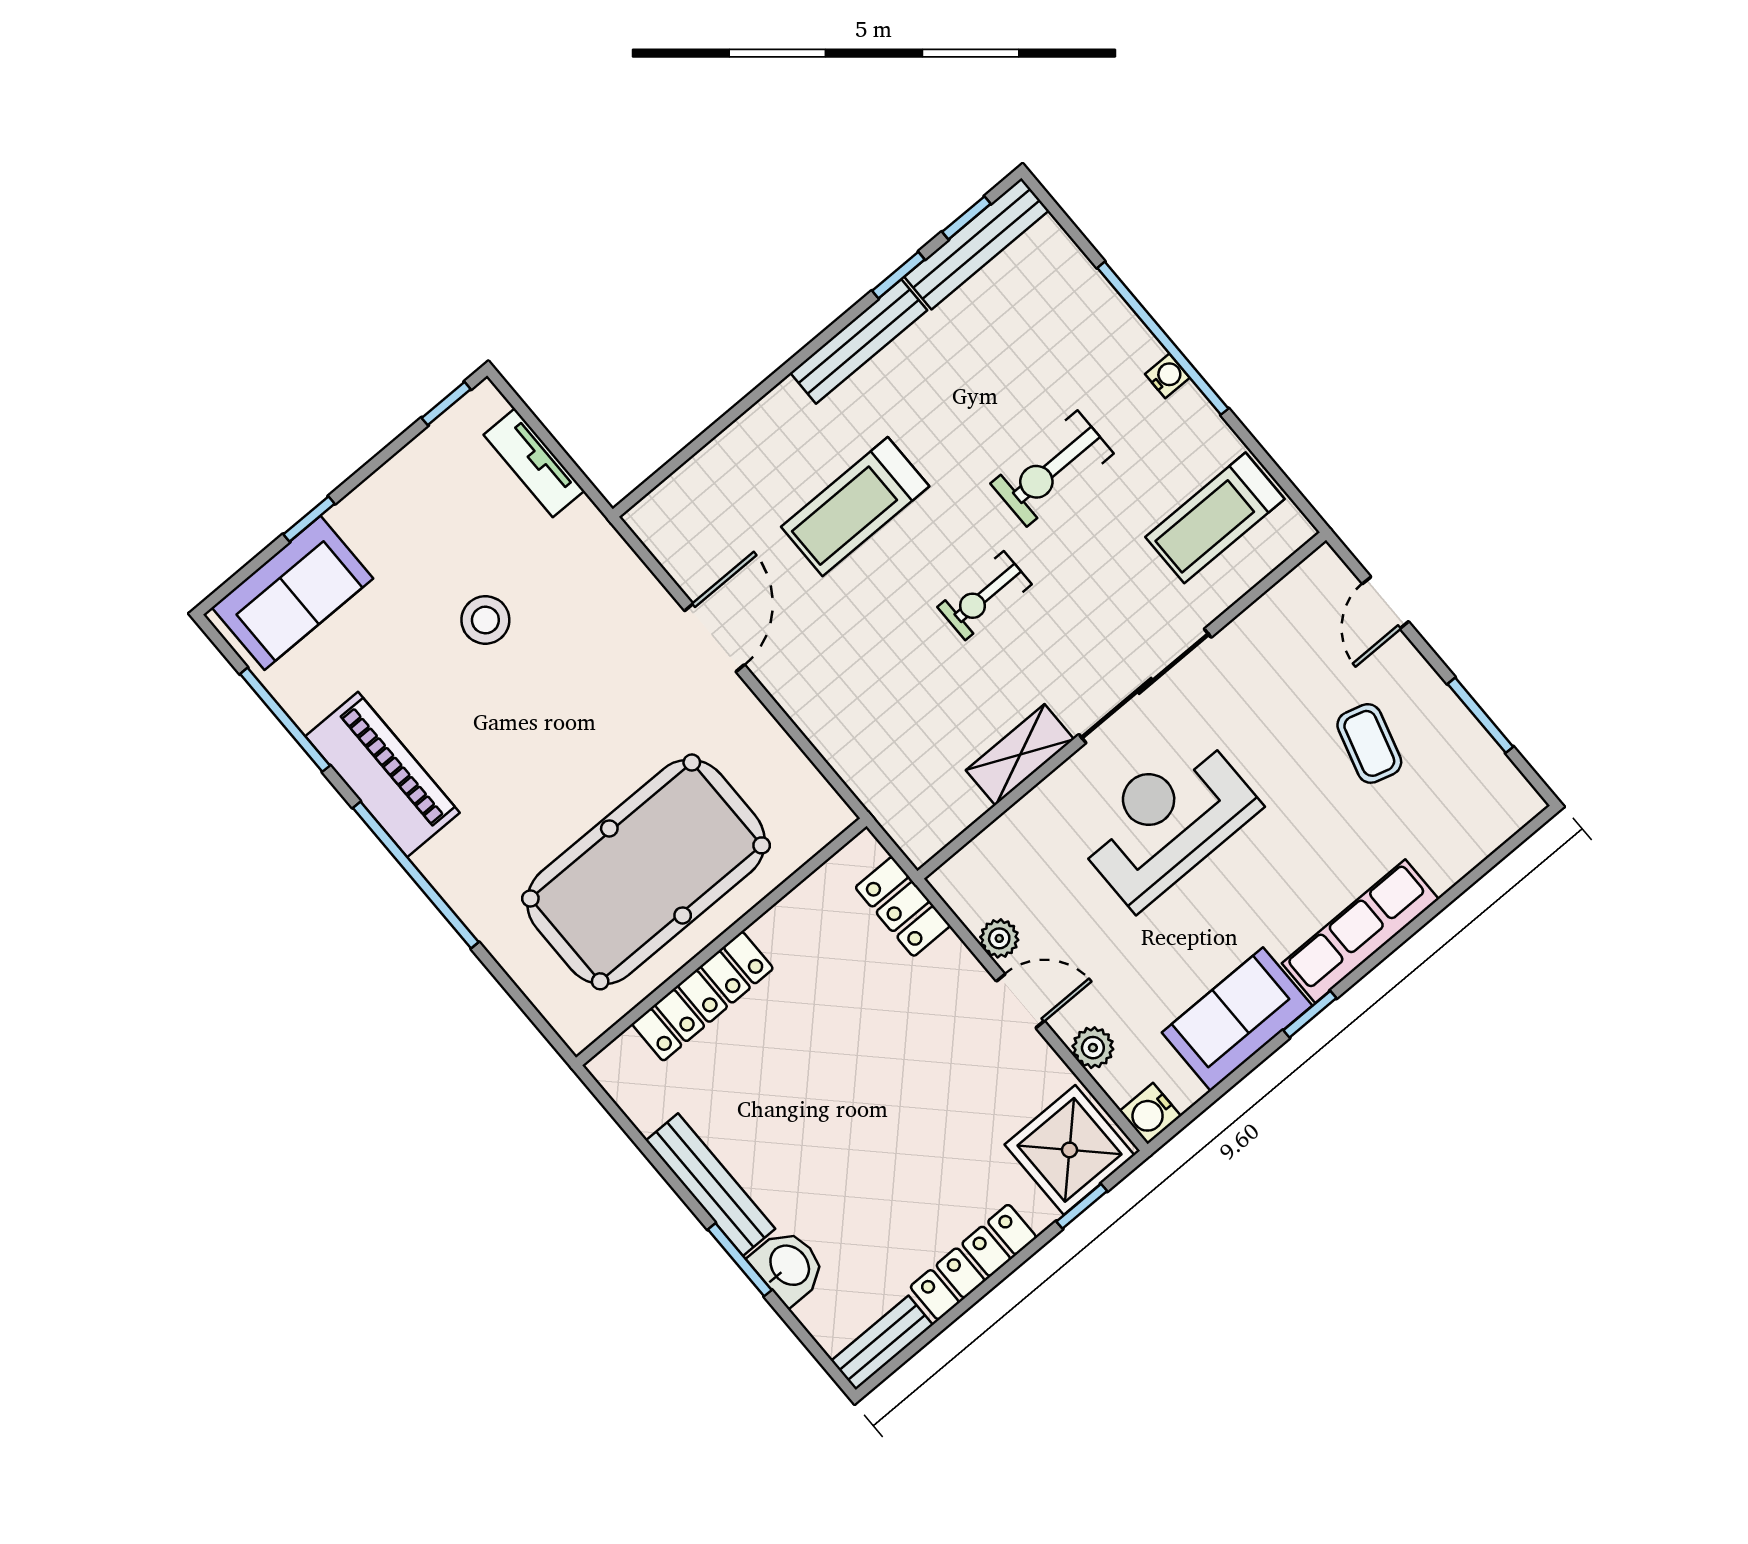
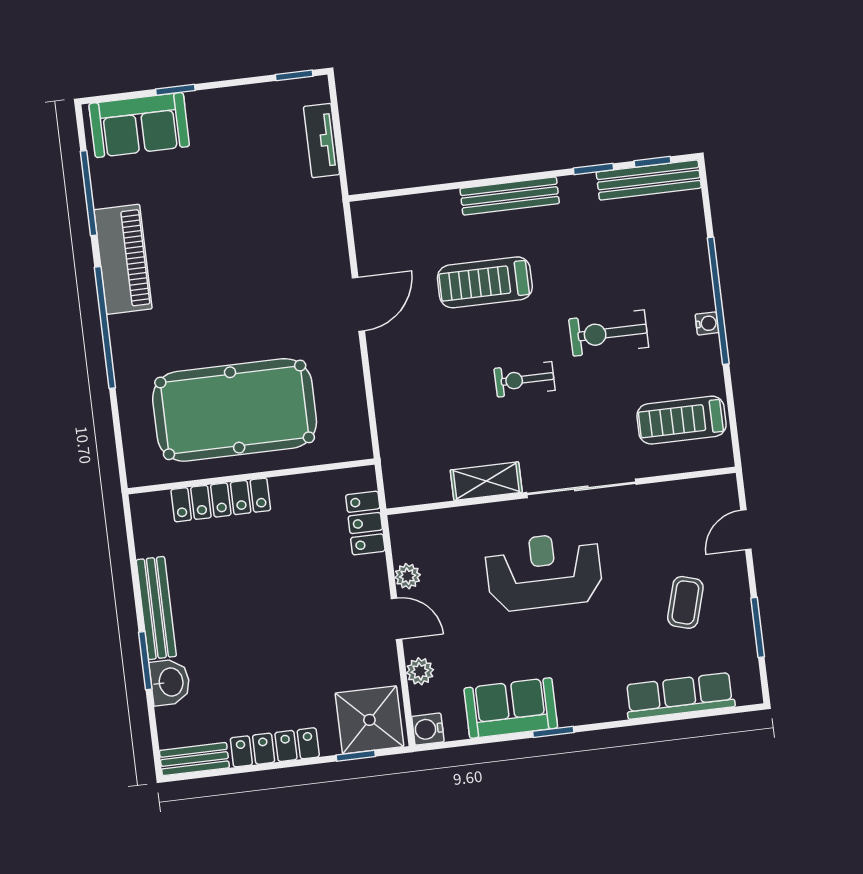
bench: (859, 341) -> (510, 196), moved
stool: (485, 620) -> (237, 211), removed
row of seats: (1360, 931) -> (680, 696), moved

